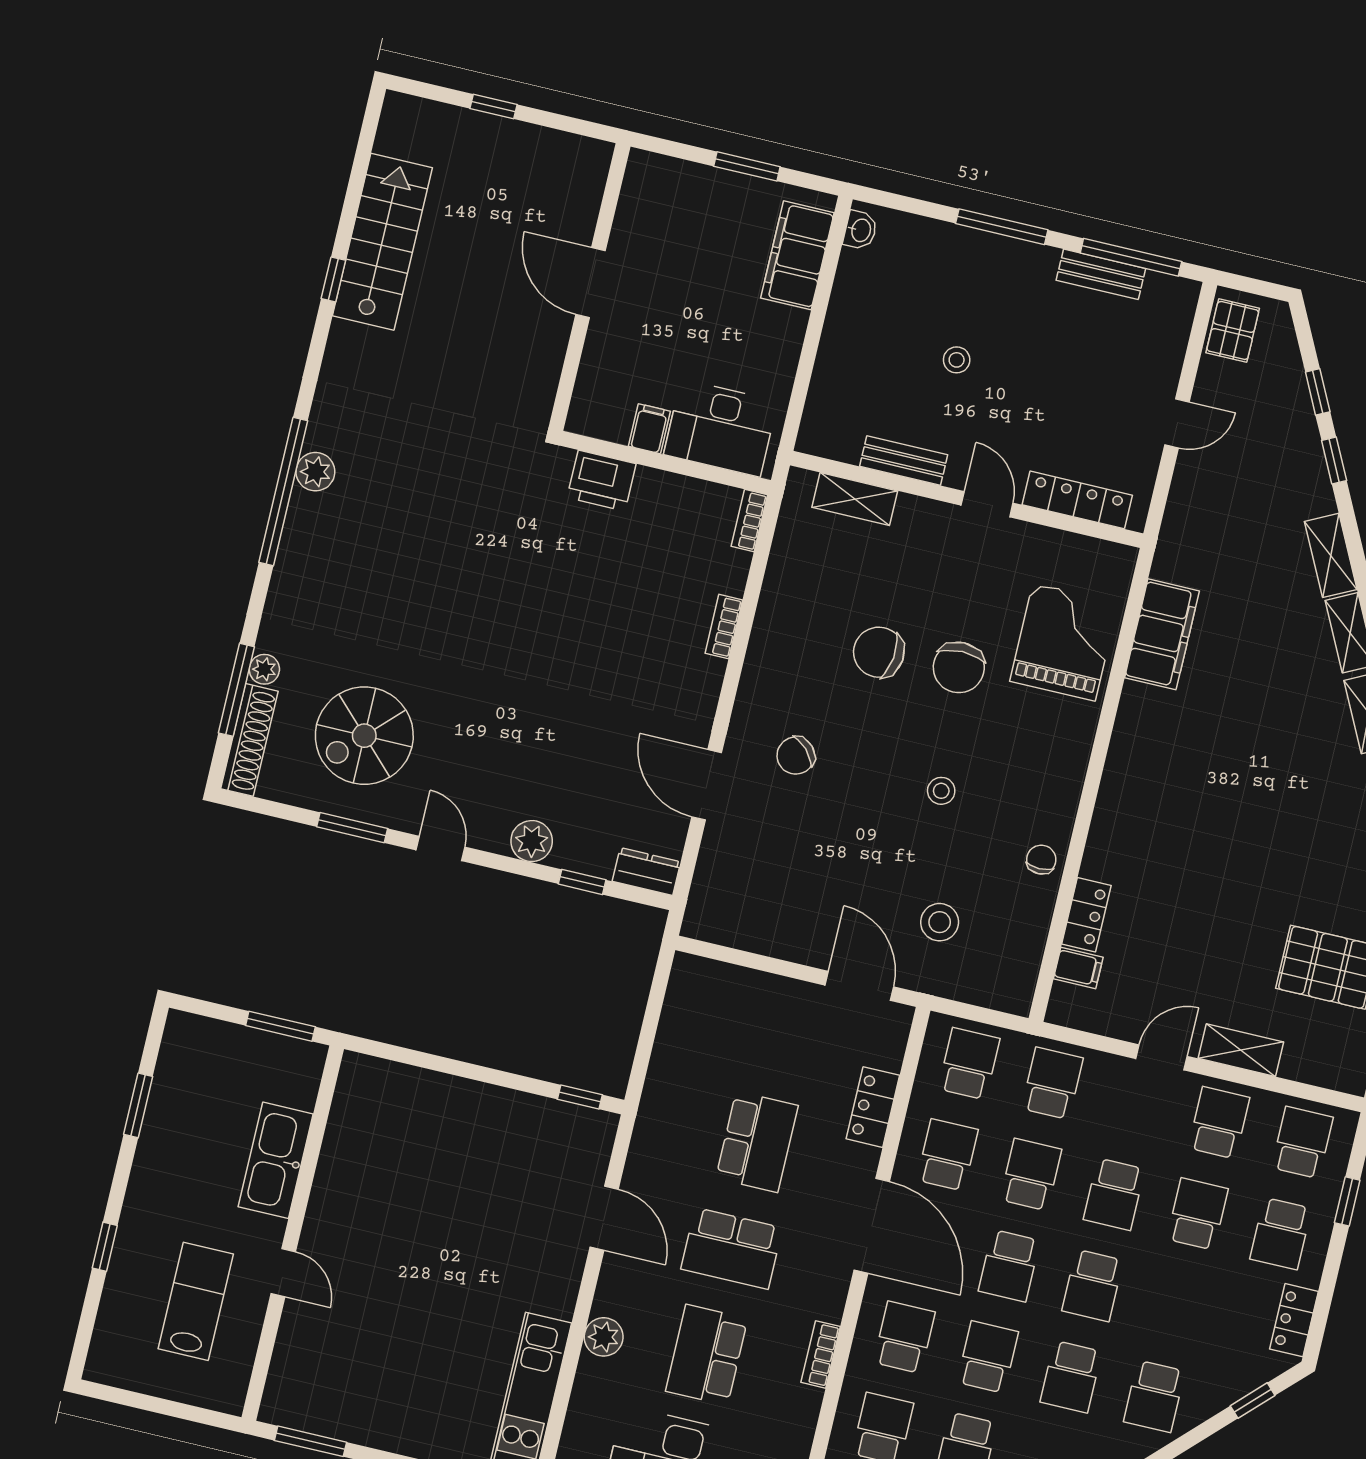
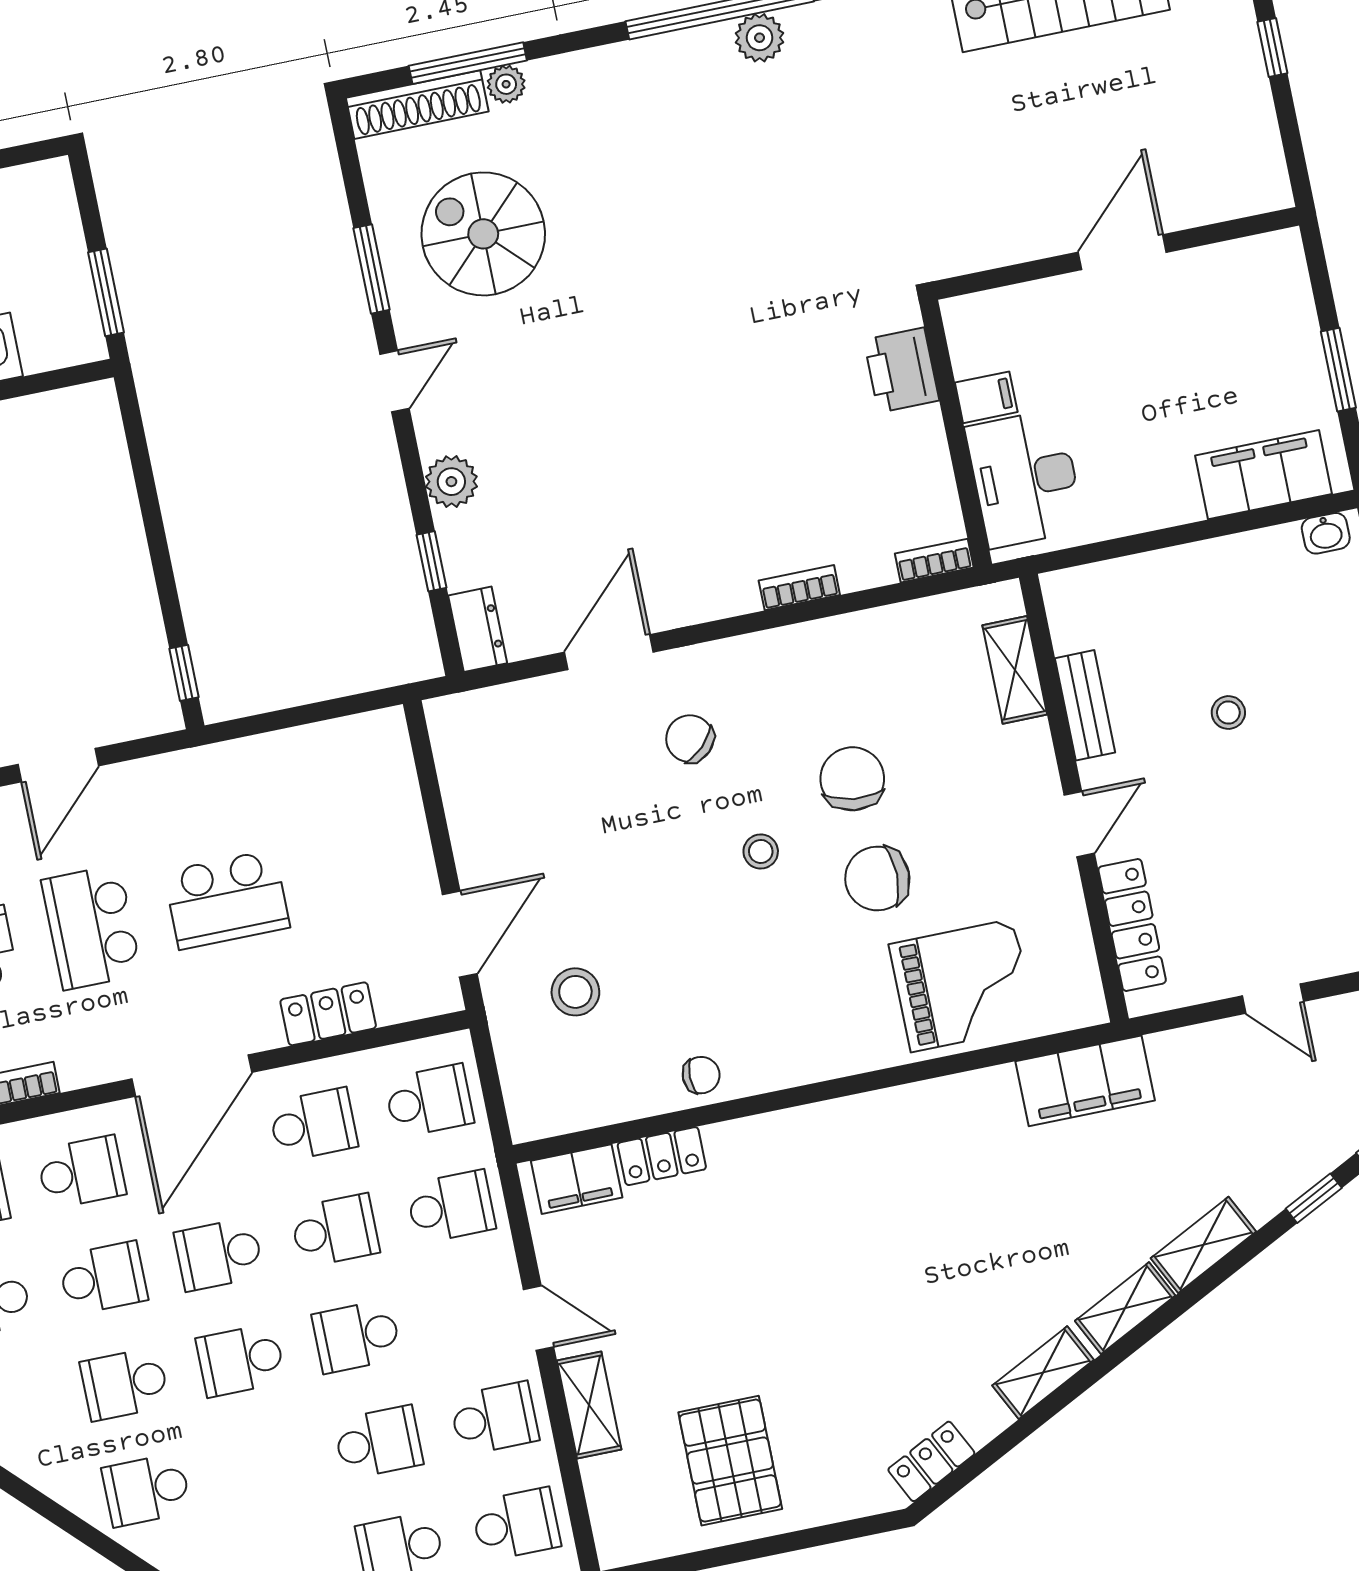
filing cabinet: (1162, 634) -> (1085, 1081), moved
stool: (941, 791) -> (761, 851), moved
filing cabinet: (1078, 968) -> (577, 1179), width x2.00

